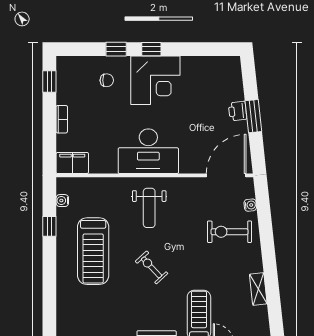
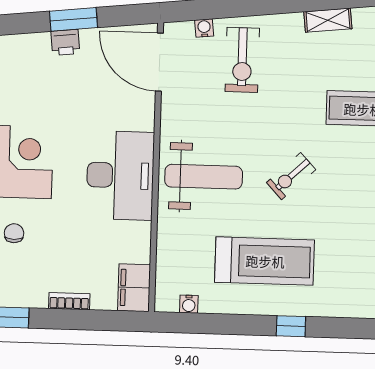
weight bench: (149, 208) -> (204, 177), width x1.36, depth x1.33
window: (49, 226) -> (291, 326), moved

